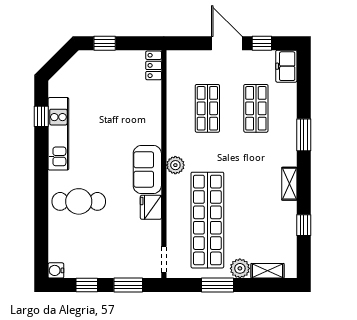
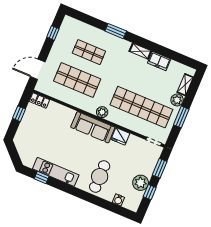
window: (105, 43) -> (19, 114), moved
door: (227, 43) -> (38, 69), moved
freezer: (286, 66) -> (159, 61), moved
shop shelf: (207, 108) -> (77, 80), width x1.43, depth x1.36
sofa: (147, 170) -> (93, 127), width x1.36
window: (304, 225) -> (168, 53), removed
plant: (95, 266) -> (141, 183), added
water cooler: (56, 270) -> (118, 200), moved

